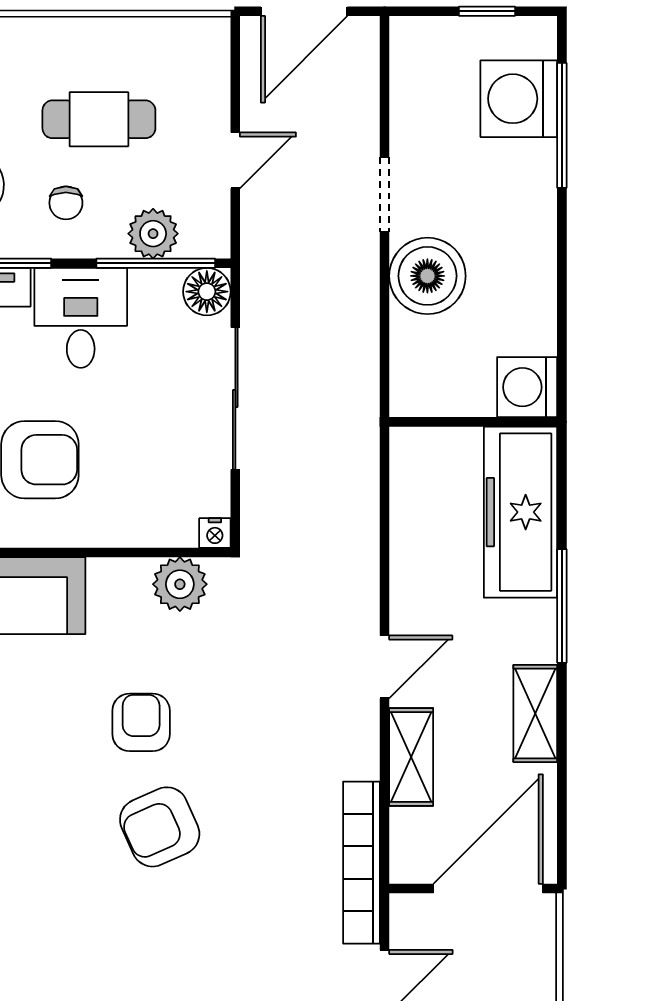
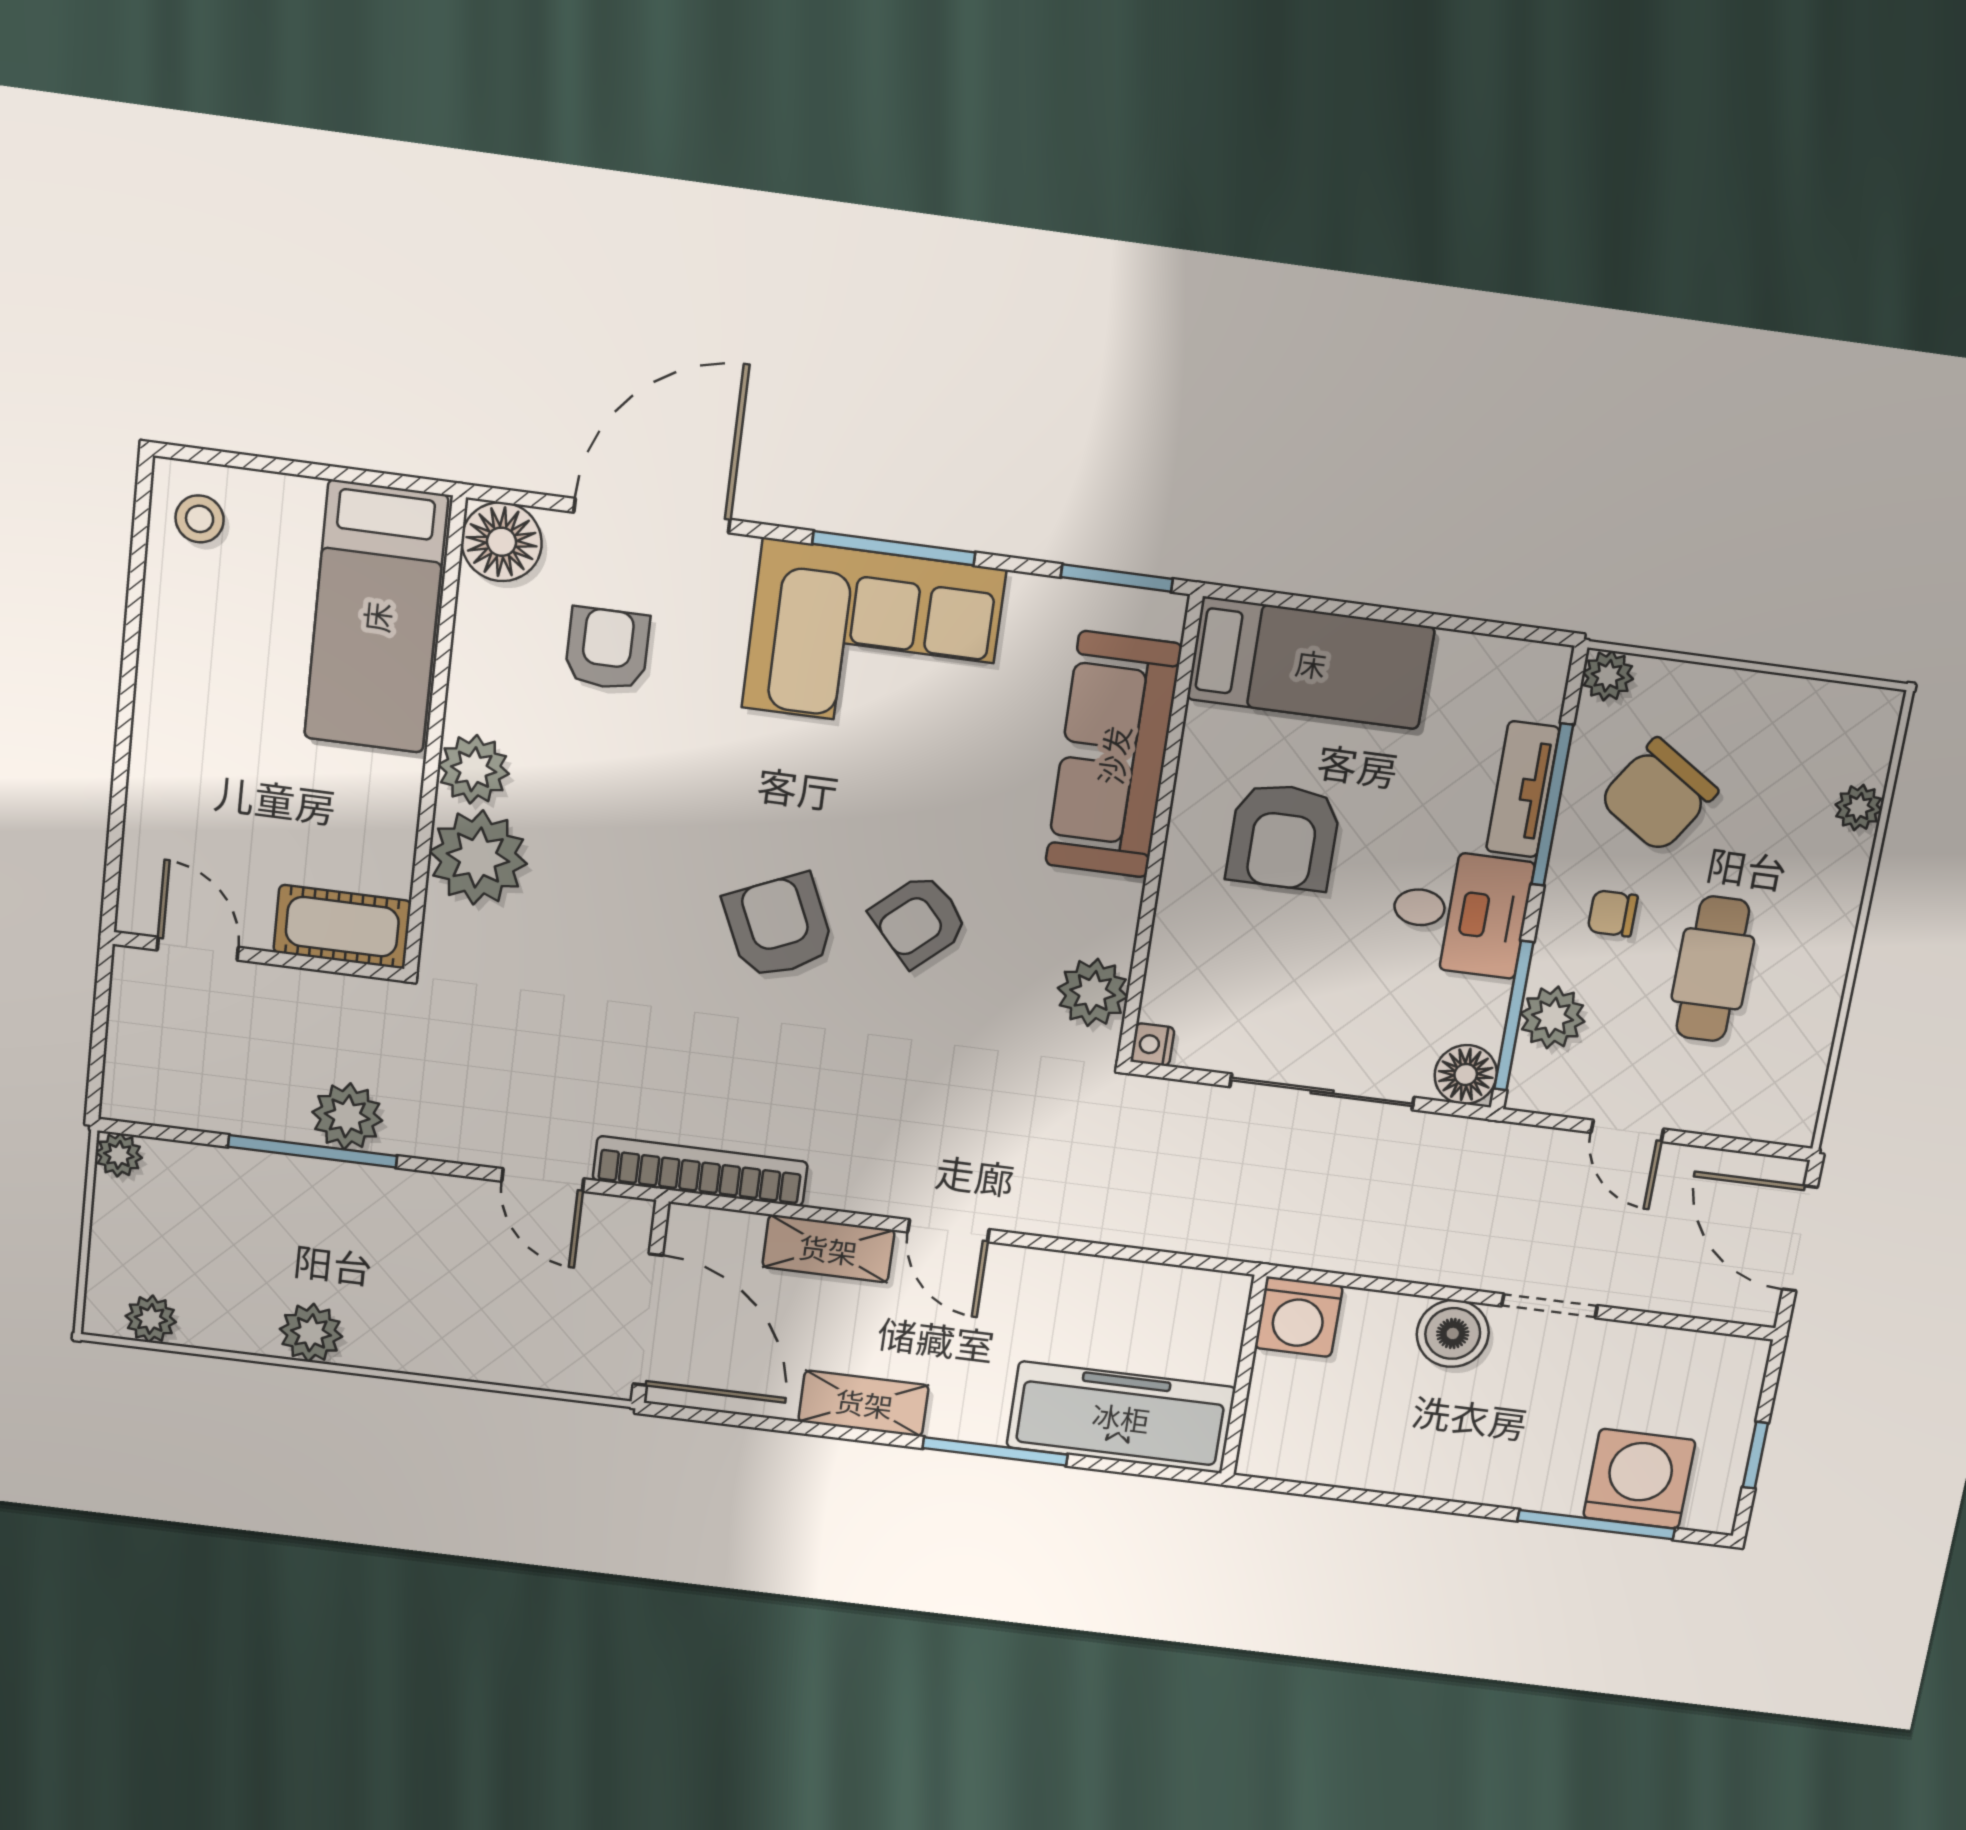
boiler: (427, 276) -> (1453, 1333), width x0.73, depth x0.73
washing machine: (527, 387) -> (1299, 1317), moved, turned 180
armchair: (141, 722) -> (919, 920), turned 138

